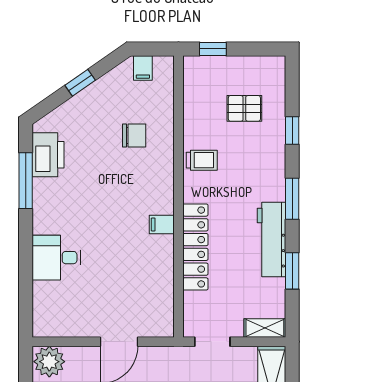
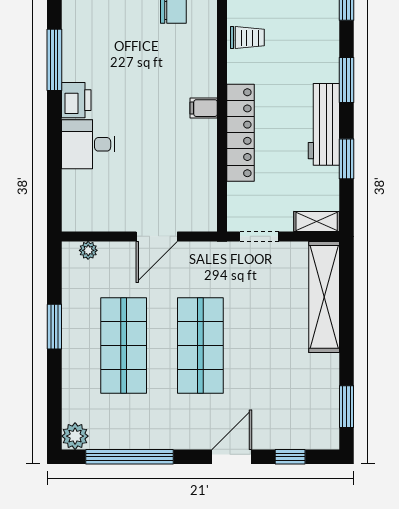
printer: (48, 155) -> (76, 100), moved, width x0.73, depth x0.84
plant: (49, 362) -> (88, 250), width x0.53, depth x0.53

